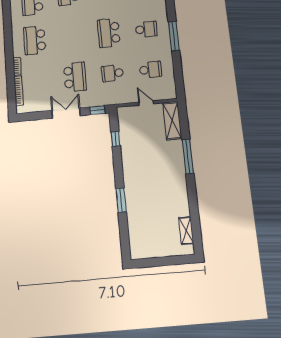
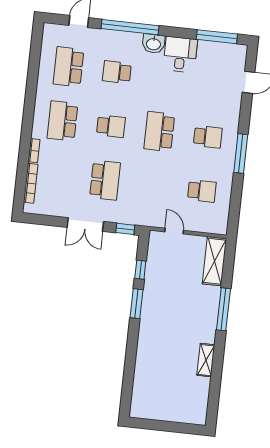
school desk: (113, 73) -> (111, 126), moved, turned 180
door: (146, 103) -> (174, 231), moved
double door: (66, 113) -> (85, 224), swing flipped
window: (121, 200) -> (137, 304), moved
shelving: (186, 230) -> (206, 360), moved

